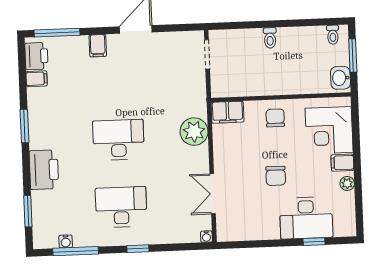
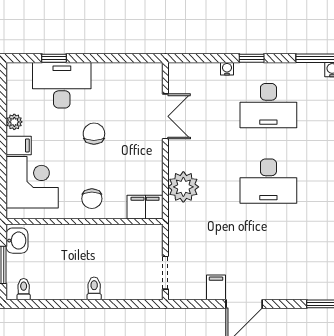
filing cabinet: (98, 46) -> (216, 287), moved
water cooler: (206, 237) -> (227, 69), moved

